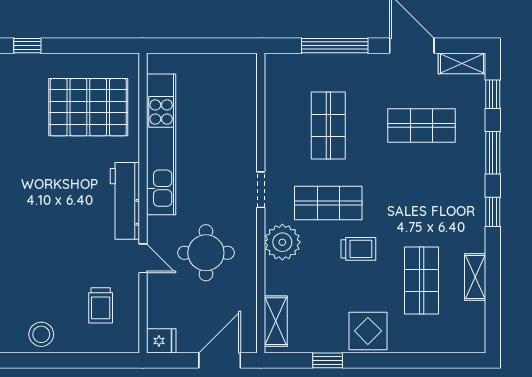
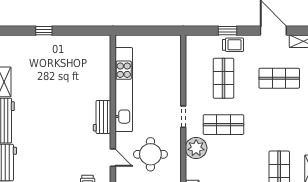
window: (335, 46) -> (227, 31), width x0.46
pallet: (88, 107) -> (80, 67), removed
workbench: (125, 201) -> (102, 117), width x0.73
trolley: (358, 249) -> (233, 45), moved

